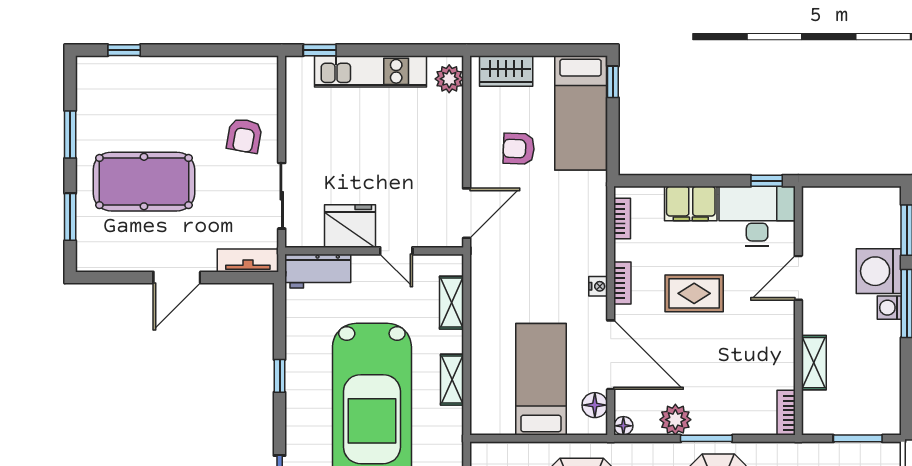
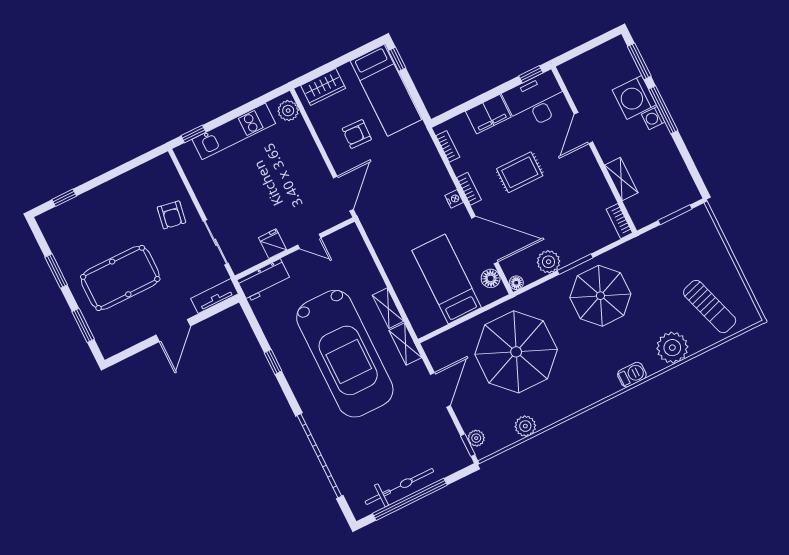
fridge: (350, 226) -> (273, 244), width x0.53, depth x0.75
shelving: (451, 303) -> (405, 344), moved

